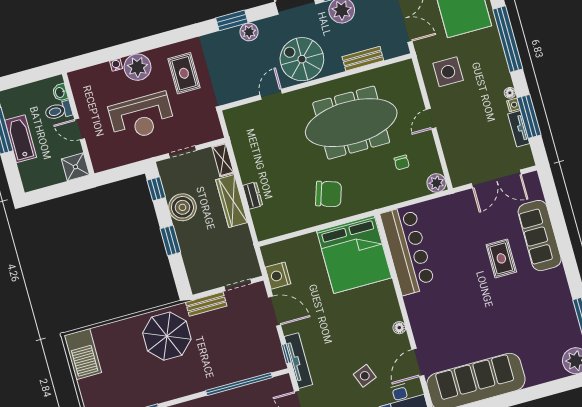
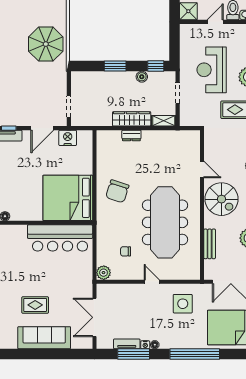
spiral stairs: (302, 59) -> (221, 199), turned 90
boiler: (182, 207) -> (142, 77), width x0.54, depth x0.54
bench: (206, 304) -> (61, 79), removed

